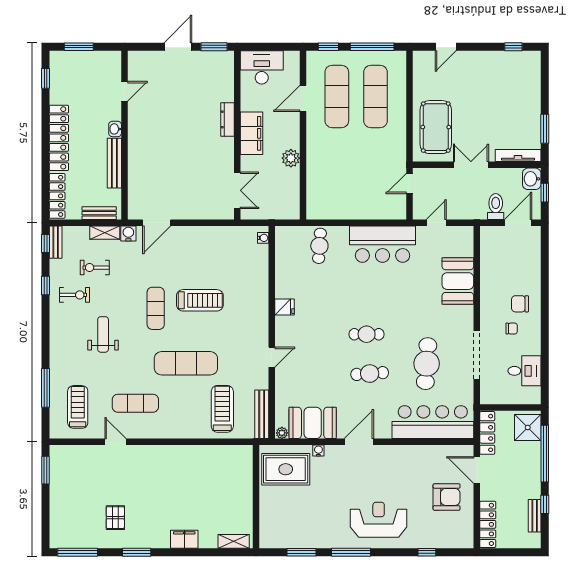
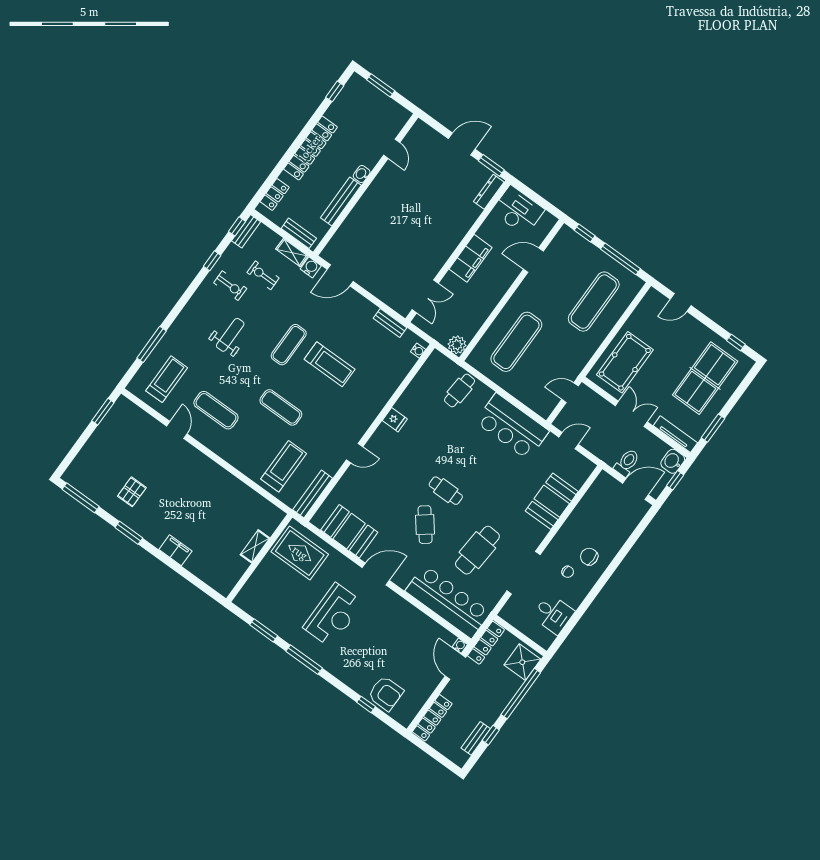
door: (125, 91) -> (392, 149), hinge flipped
table tennis table: (509, 93) -> (705, 378), added
exercise mat: (337, 96) -> (516, 342), moved
dresser: (227, 119) -> (489, 192), moved
plant: (291, 158) -> (457, 345), moved
locker: (57, 196) -> (275, 194), width x0.66
bench: (224, 232) -> (390, 323), added
exercise mat: (186, 363) -> (281, 407), width x0.73, depth x0.69
cafe table: (370, 374) -> (425, 525), turned 56
plant: (282, 433) -> (318, 521), removed
water cooler: (318, 451) -> (460, 646), moved
armchair: (447, 497) -> (386, 693), moved
reception desk: (379, 520) -> (333, 615), moved, turned 90
shelving: (234, 541) -> (255, 546), moved, turned 90

